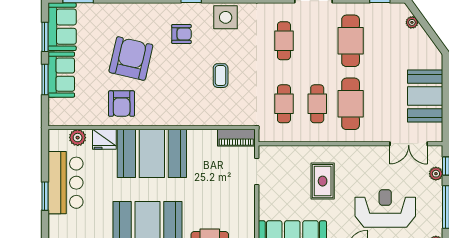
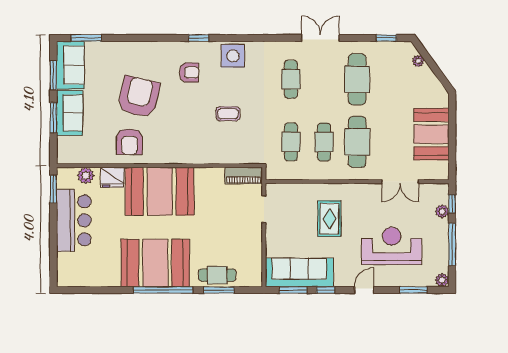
coffee table: (221, 76) -> (228, 114), turned 90
double door: (409, 144) -> (400, 182), moved
window: (45, 196) -> (53, 189), moved

